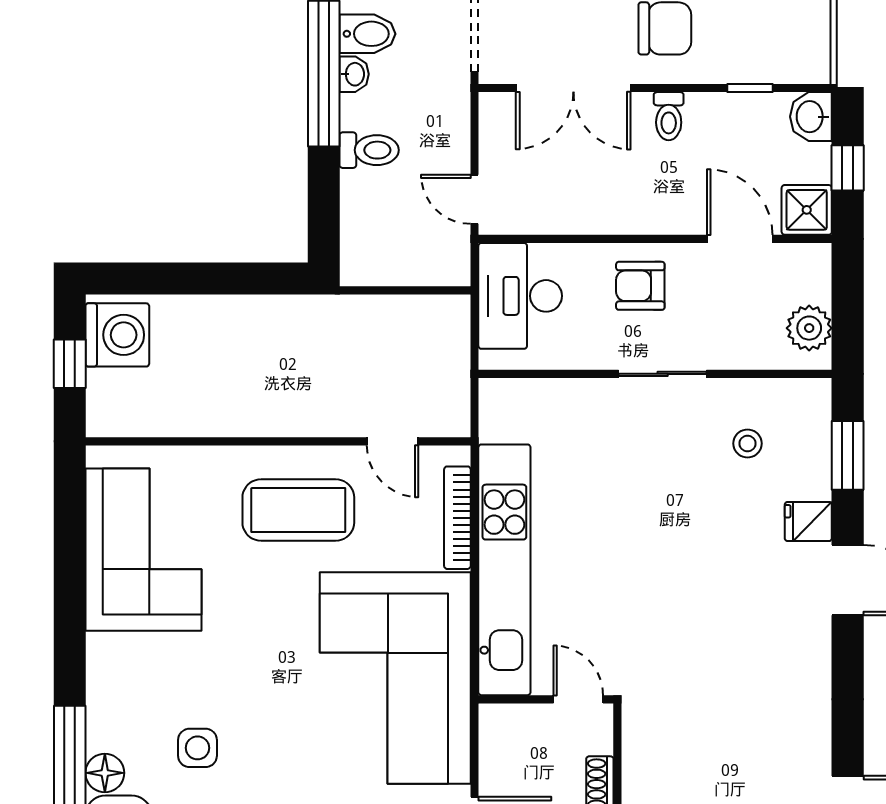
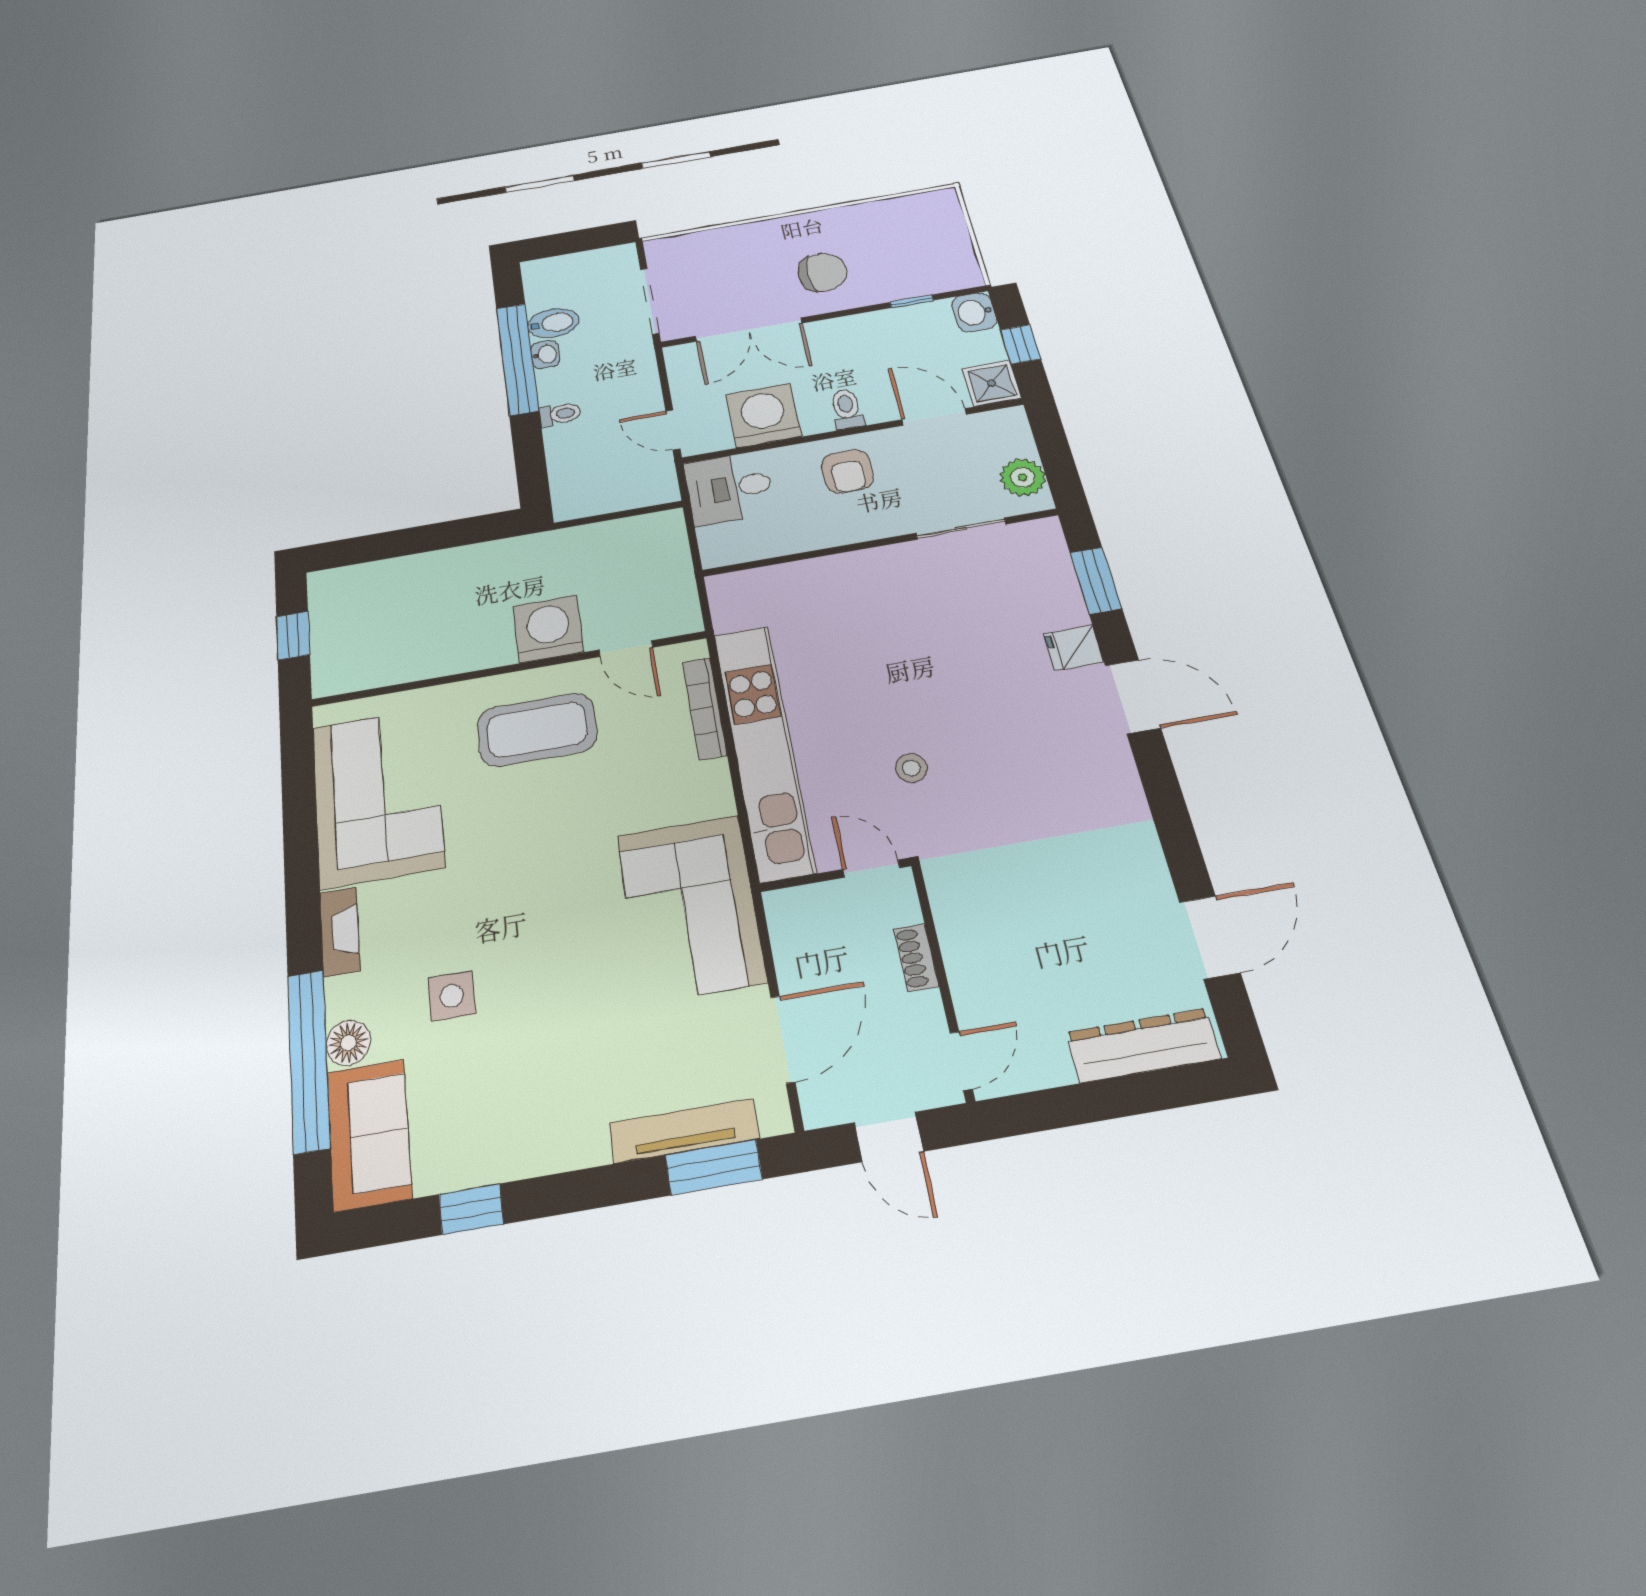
toilet: (669, 116) -> (847, 409), moved, turned 180
toilet: (369, 150) -> (560, 414), width x0.73, depth x0.72
washing machine: (569, 201) -> (764, 415), added
armchair: (640, 286) -> (847, 471), turned -90
desk: (520, 296) -> (729, 488), width x0.73
washing machine: (117, 335) -> (548, 629), moved, turned -90
sliding door: (663, 374) -> (961, 529), moved
stool: (747, 443) -> (911, 768), moved
fireplace: (102, 673) -> (340, 932), added
corner sofa: (395, 678) -> (691, 908), width x0.73, depth x0.74

